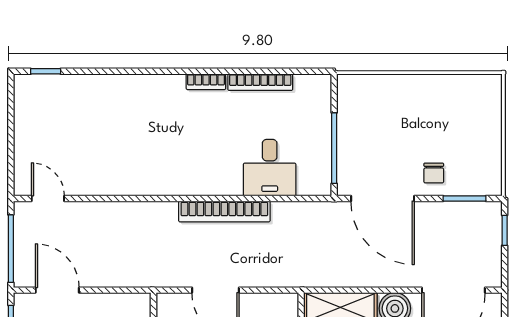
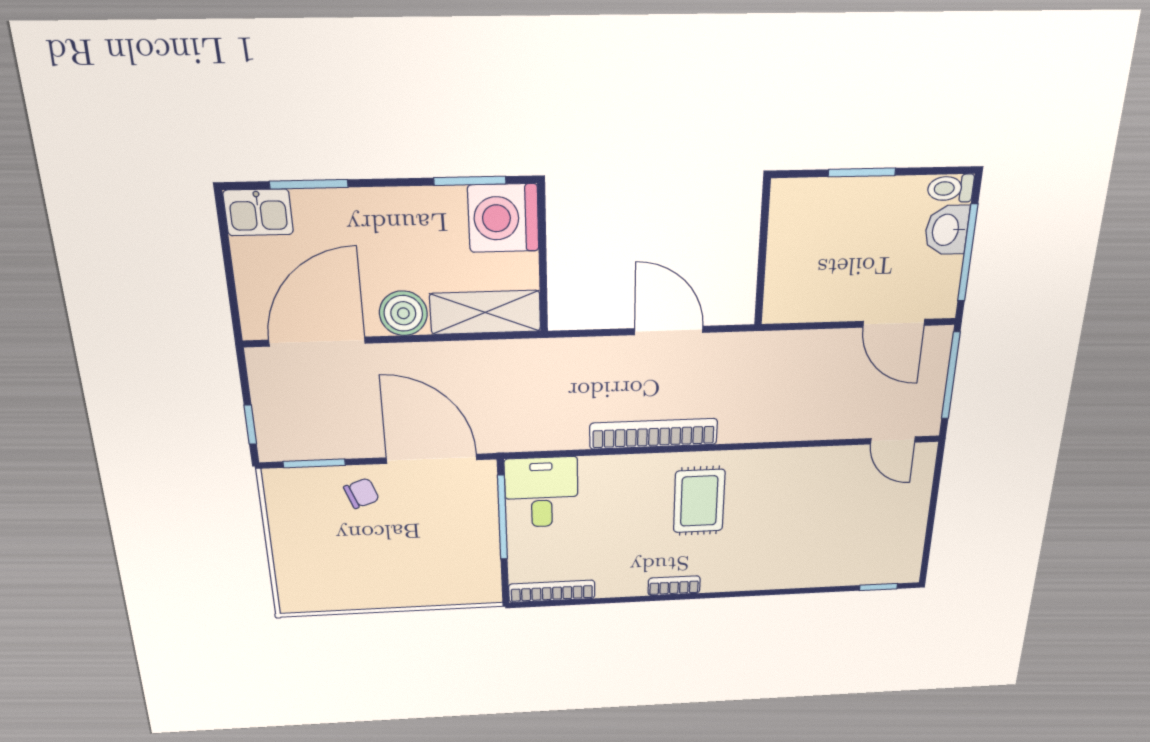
bookcase: (260, 82) -> (552, 591), moved
rug: (189, 155) -> (699, 501), added
desk: (270, 168) -> (541, 492), moved
chair: (434, 173) -> (362, 493), turned 70

